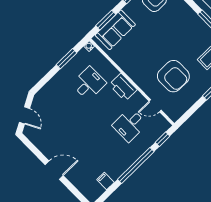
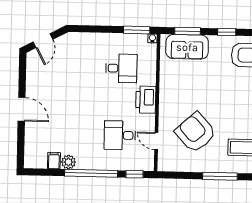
window: (66, 59) -> (137, 30), moved
armchair: (173, 76) -> (196, 132), turned 138
plant: (115, 173) -> (68, 162), added

